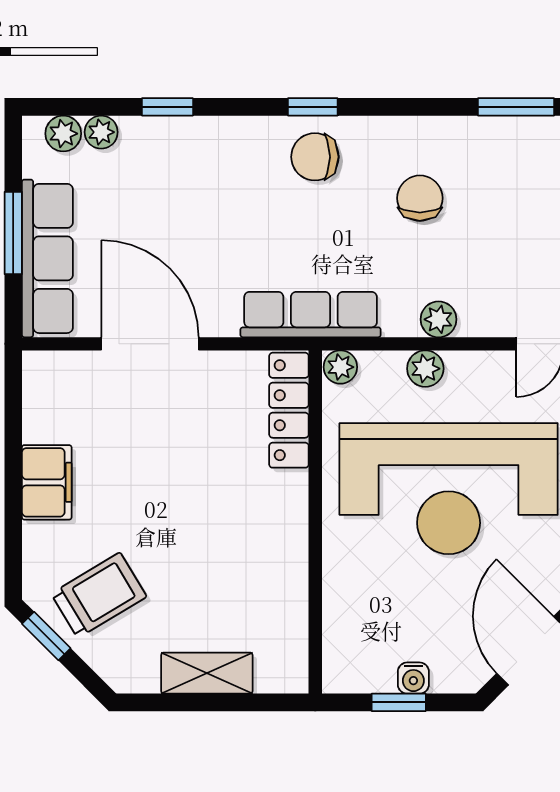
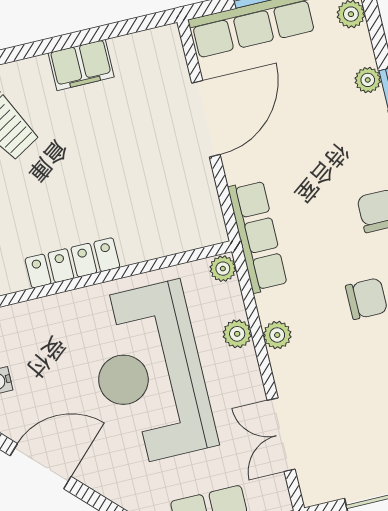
plant: (101, 132) -> (368, 80), moved
locker: (289, 410) -> (72, 263), moved

